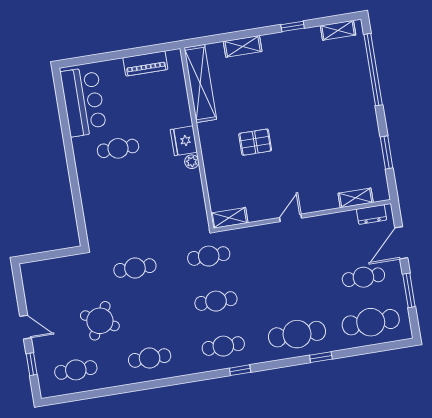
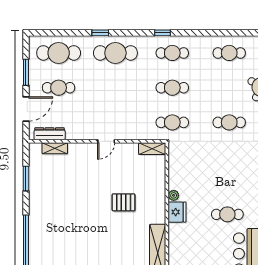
dresser: (372, 215) -> (50, 134), width x1.44

